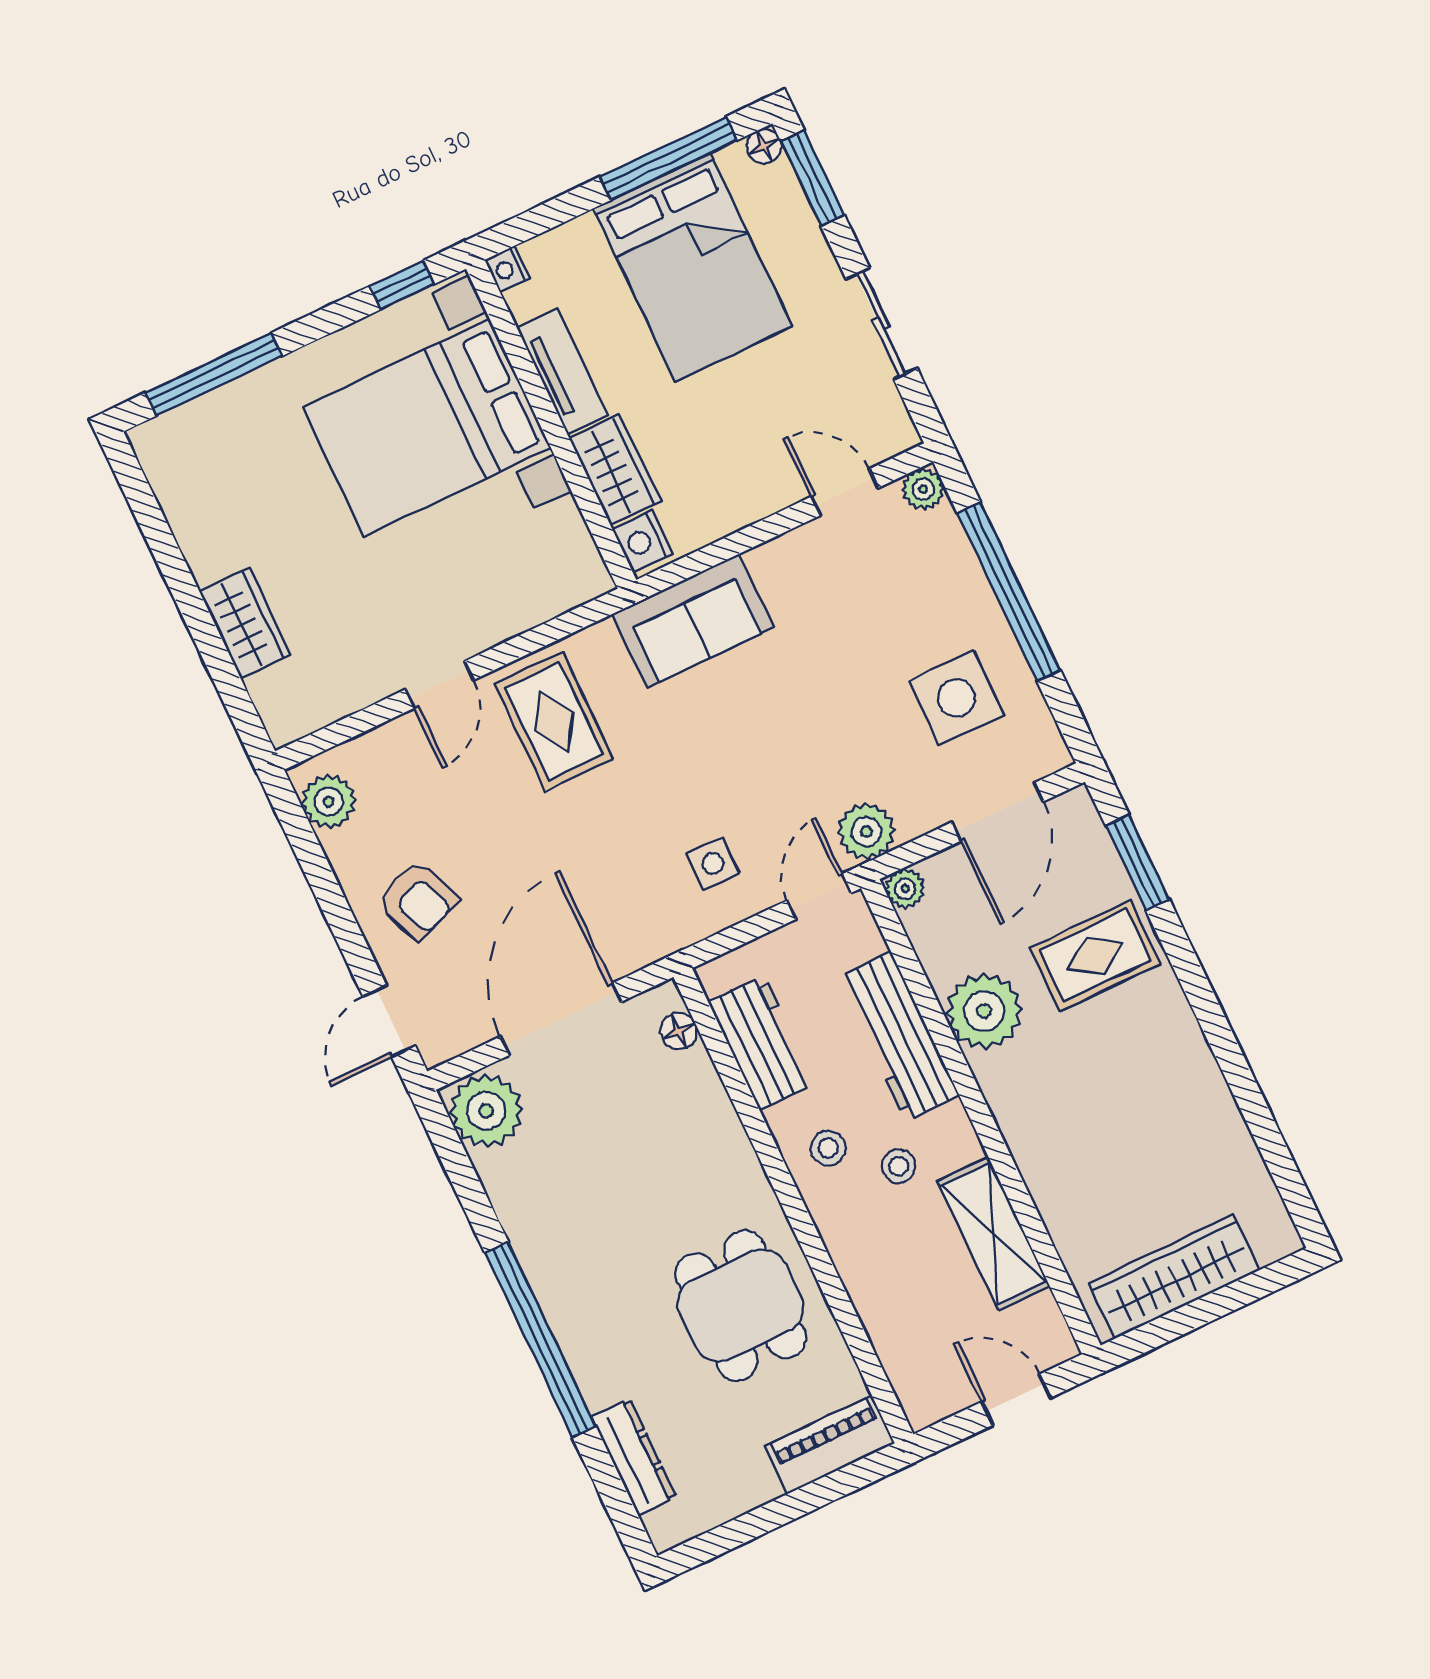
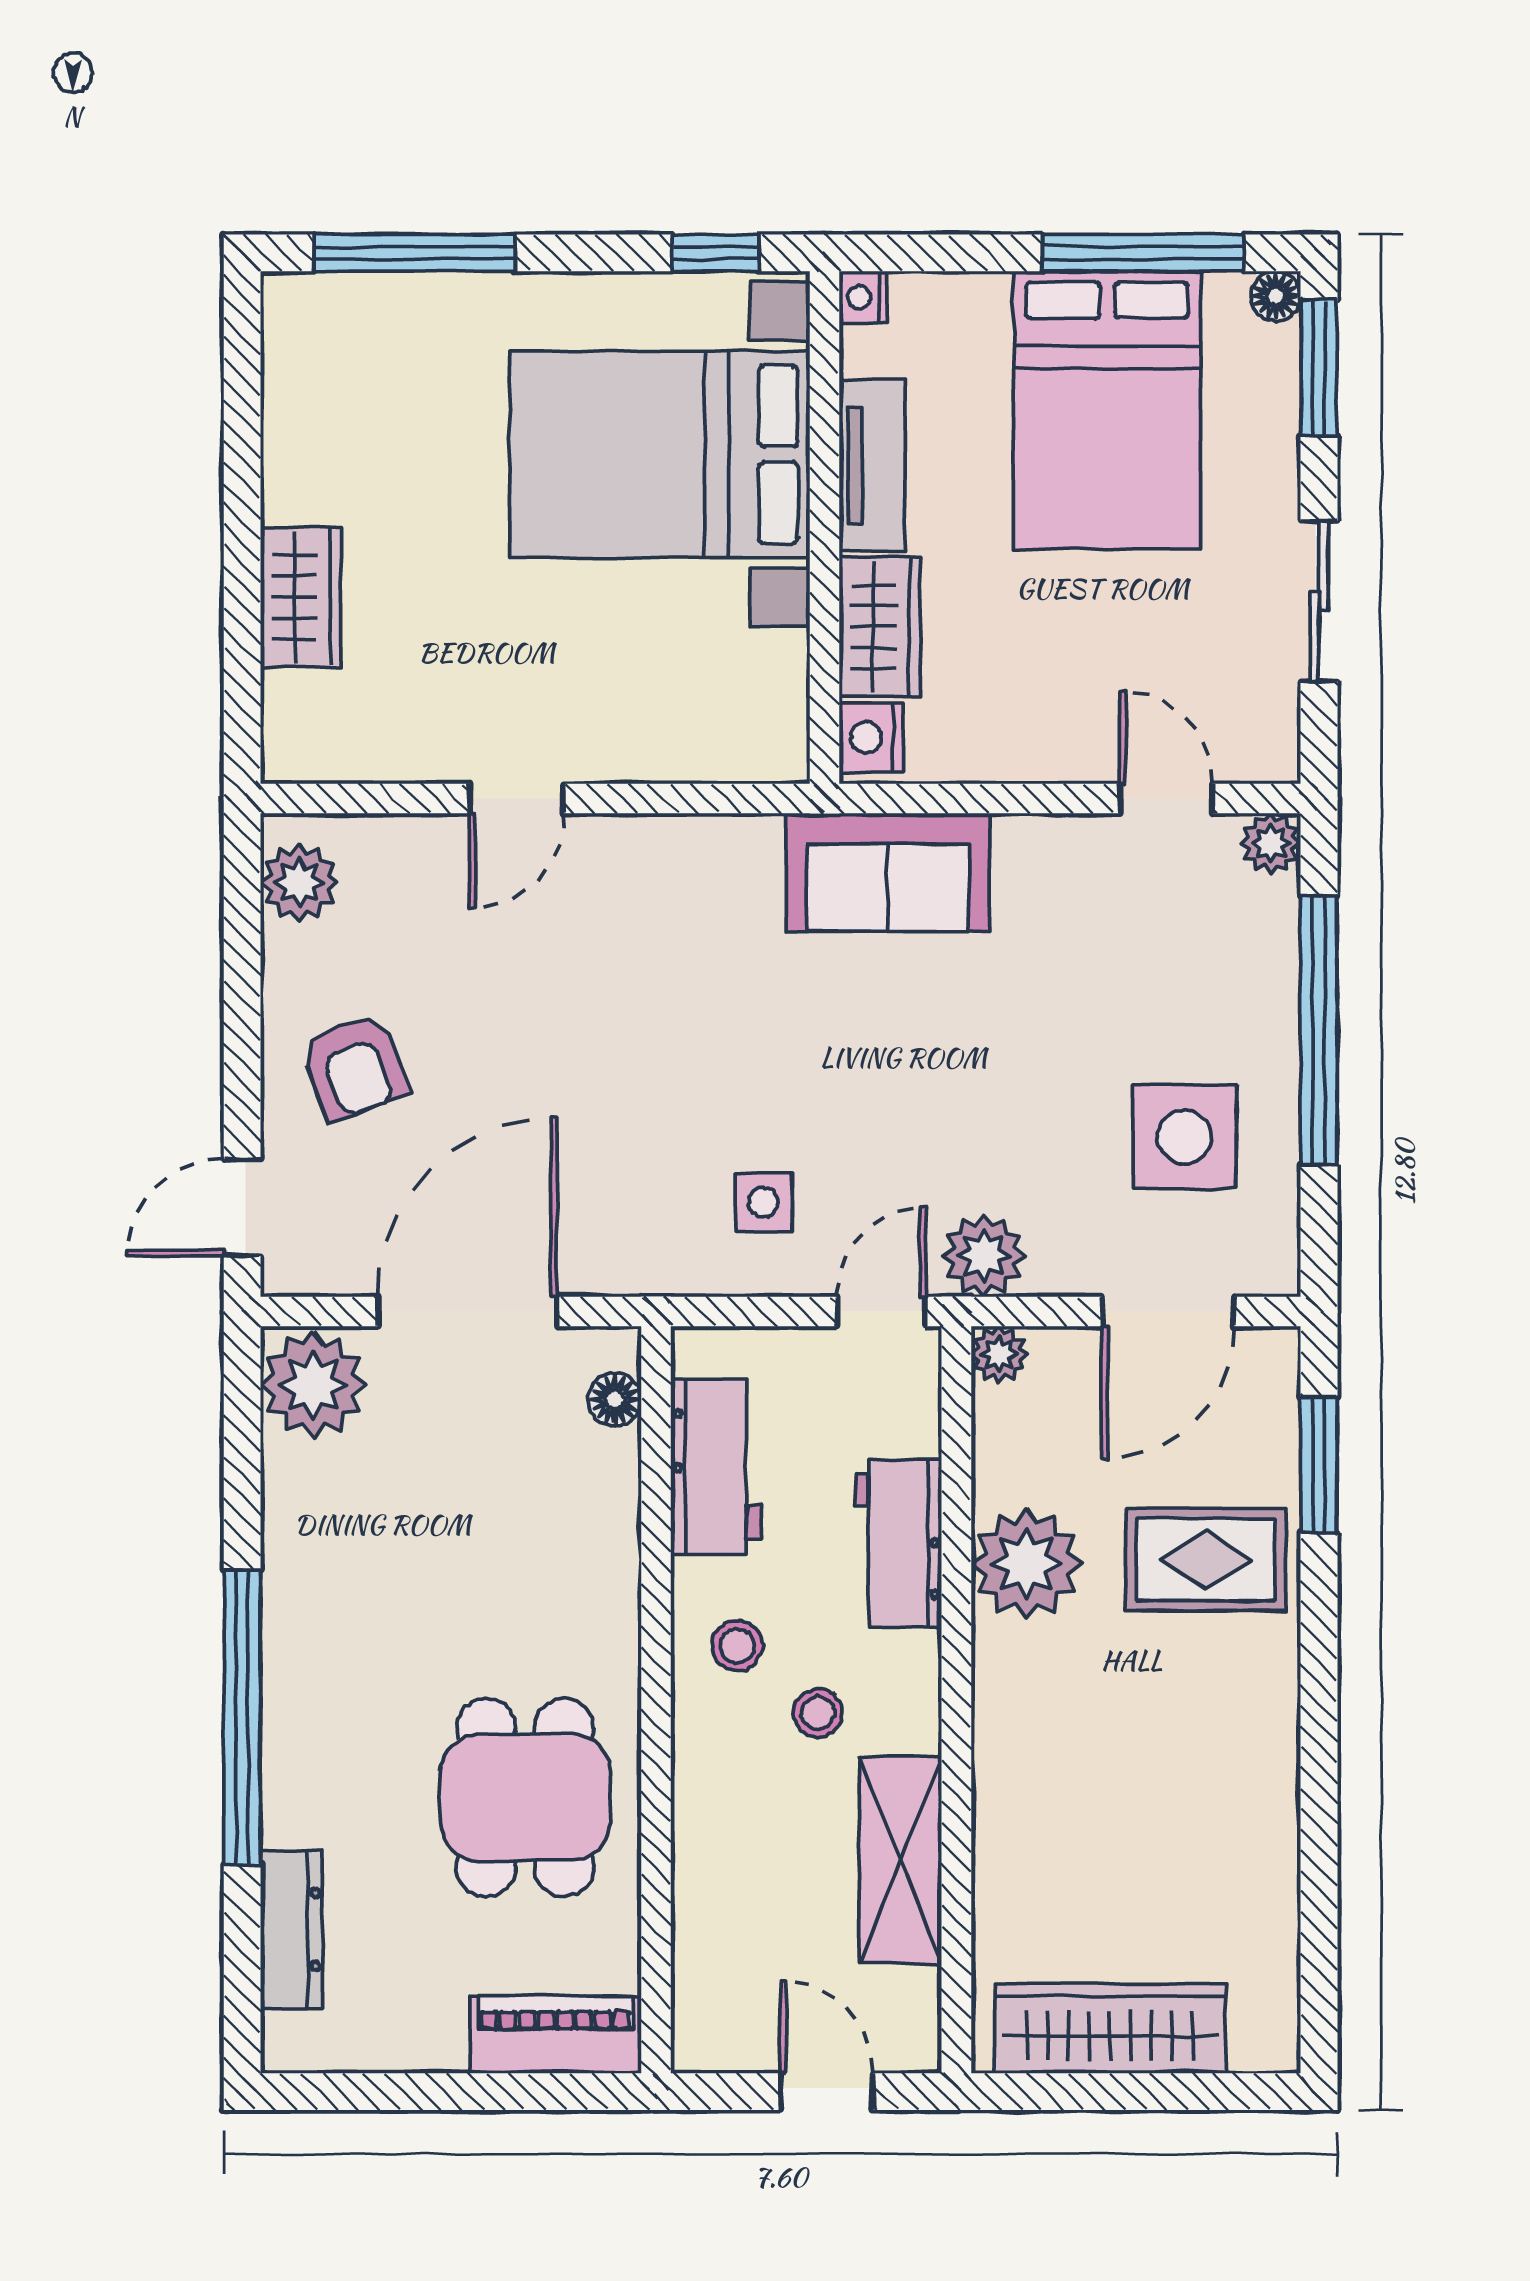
rug: (554, 721) -> (644, 918), removed
workbench: (898, 1036) -> (898, 1543), width x0.73

